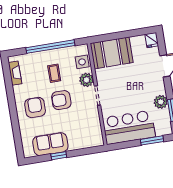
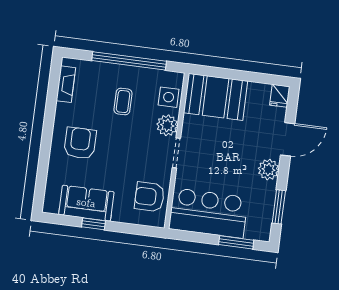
armchair: (61, 100) -> (150, 197), moved
plant: (161, 102) -> (268, 170), moved

